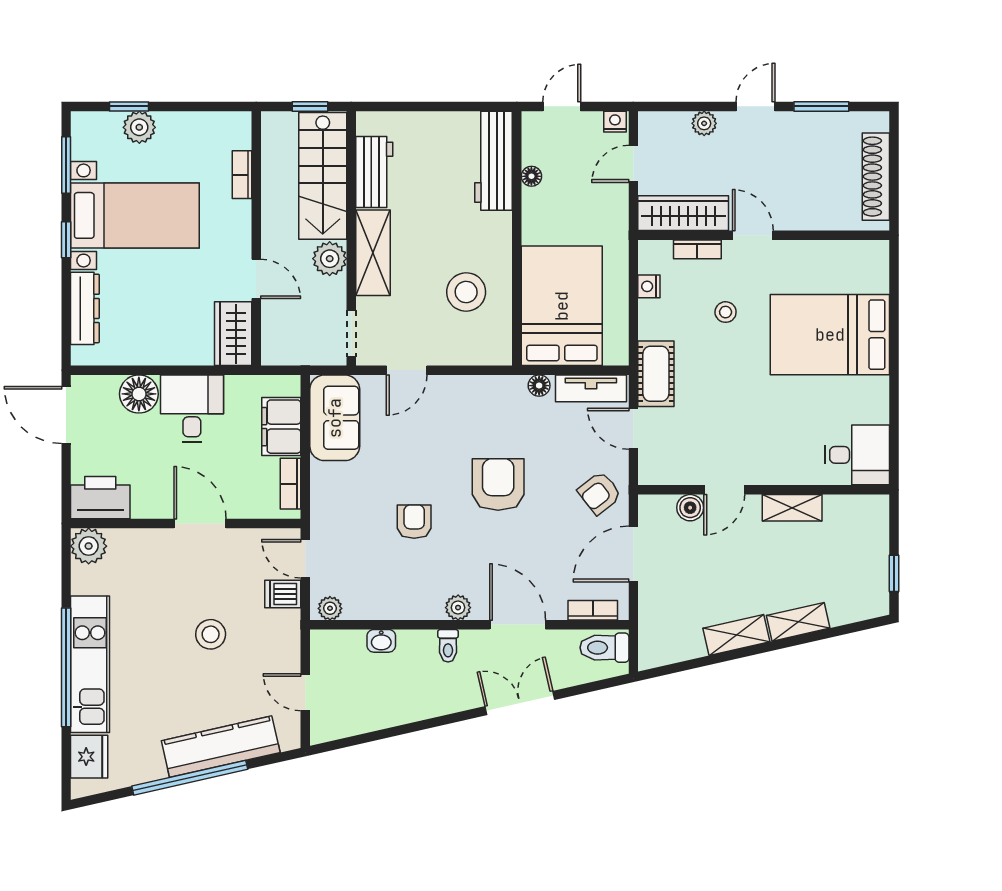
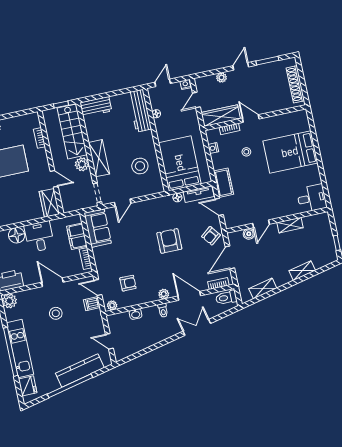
workbench: (374, 172) -> (96, 107), moved, turned 90
armchair: (414, 522) -> (128, 283), moved, turned 90
stool: (211, 634) -> (56, 313), moved
shelving: (736, 635) -> (263, 288), moved

